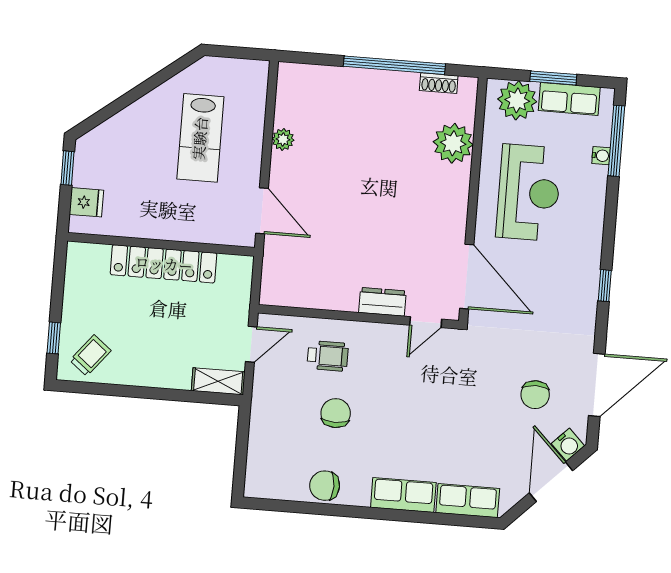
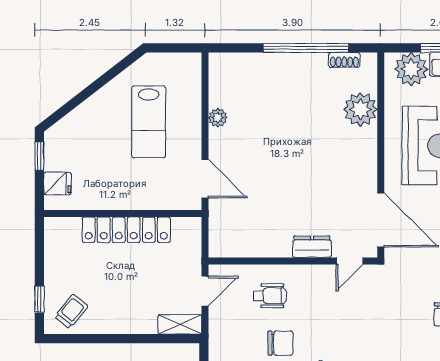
chair: (336, 413) -> (280, 343), turned 90

